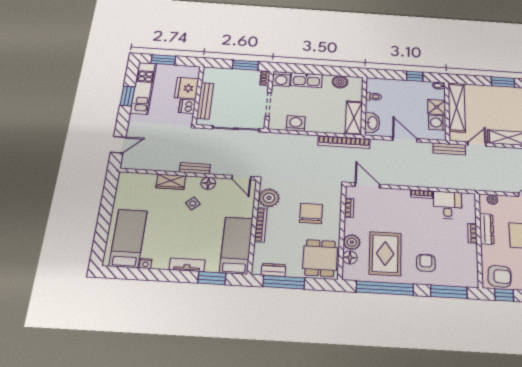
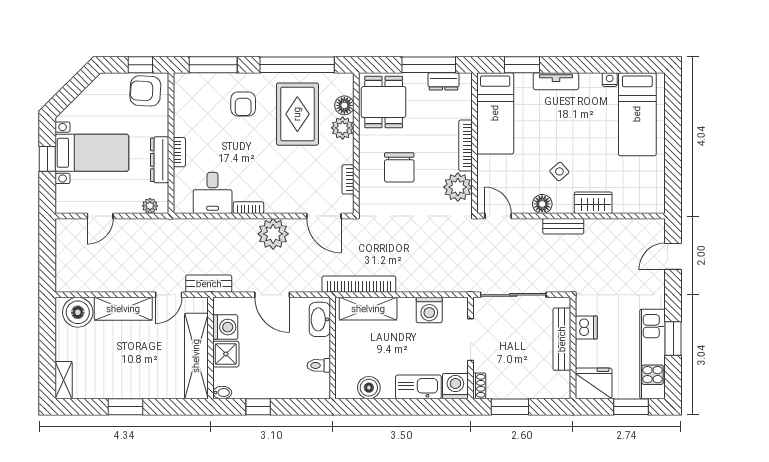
fridge: (187, 88) -> (594, 383), moved, turned -90
shelving: (354, 118) -> (368, 309), moved, turned 90
plant: (404, 176) -> (273, 234), added

